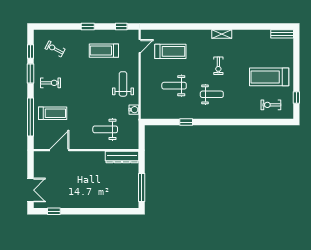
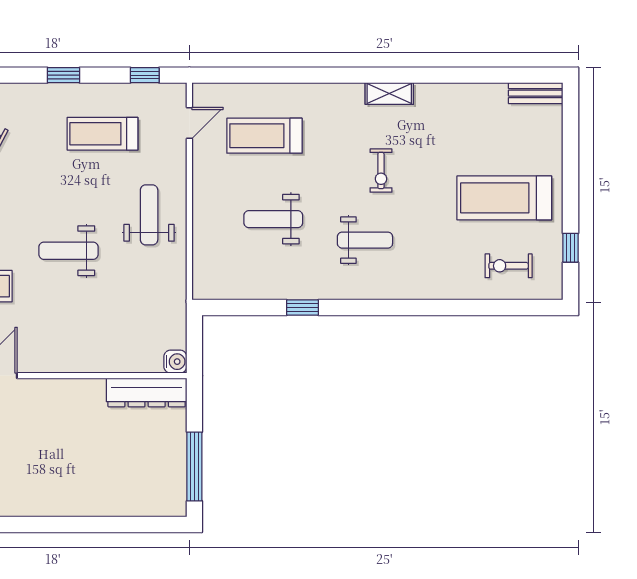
treadmill: (170, 51) -> (264, 136), turned 180
water cooler: (134, 110) -> (175, 362), moved
weight bench: (105, 129) -> (68, 251), moved

